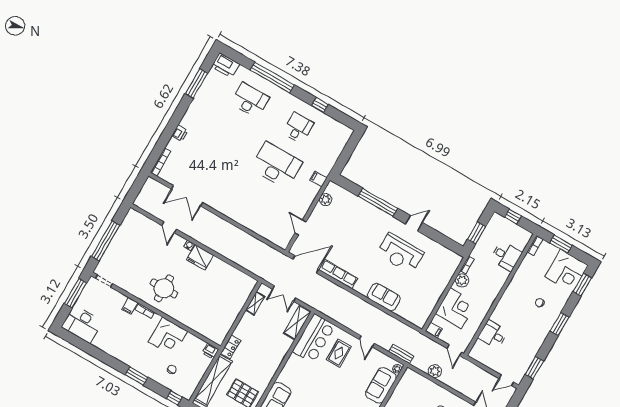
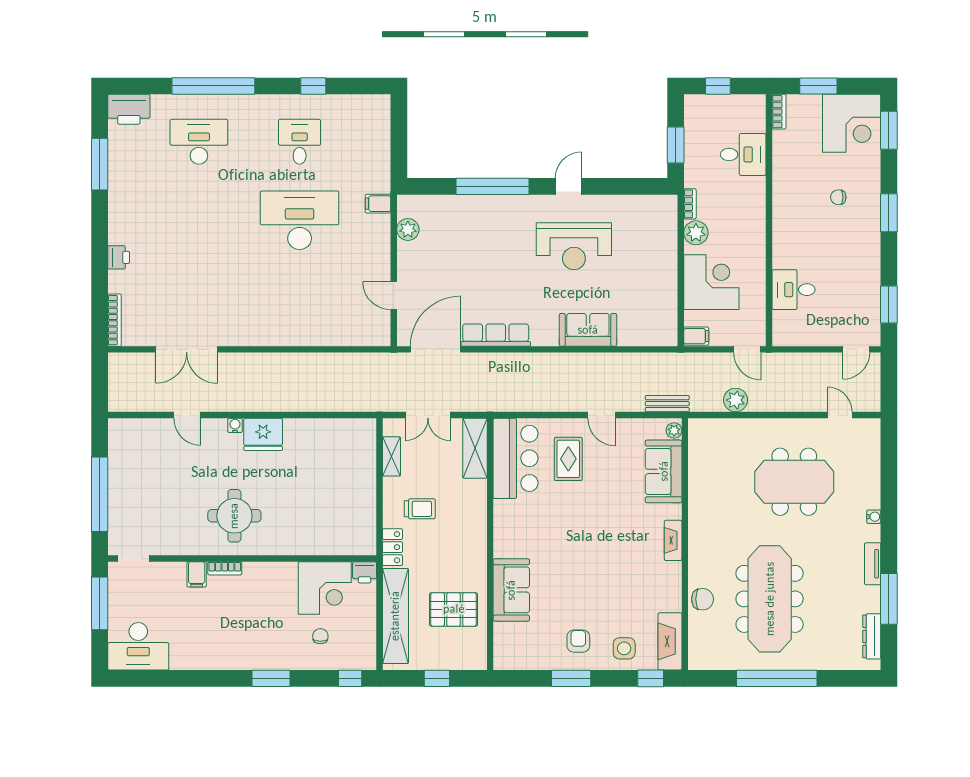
trolley: (254, 336) -> (420, 509), added
corner desk: (168, 337) -> (325, 588), moved

